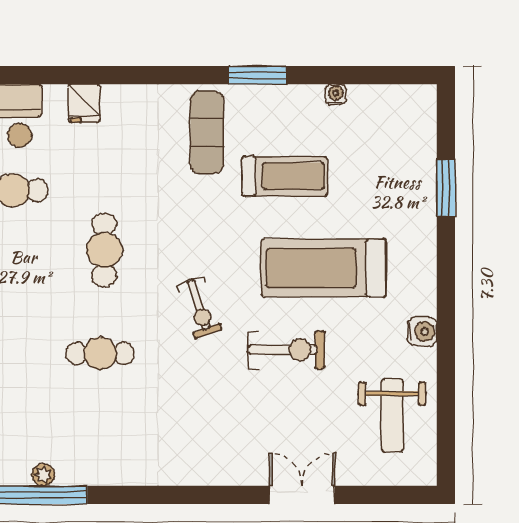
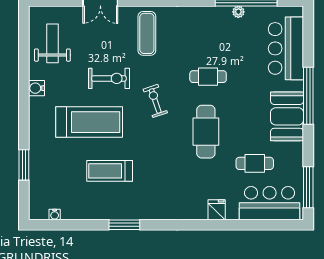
water cooler: (336, 94) -> (55, 215), moved
exercise mat: (207, 132) -> (147, 33), moved
cafe table: (104, 250) -> (206, 132), width x1.37, depth x1.35
exercise bike: (286, 350) -> (109, 78), turned 180

